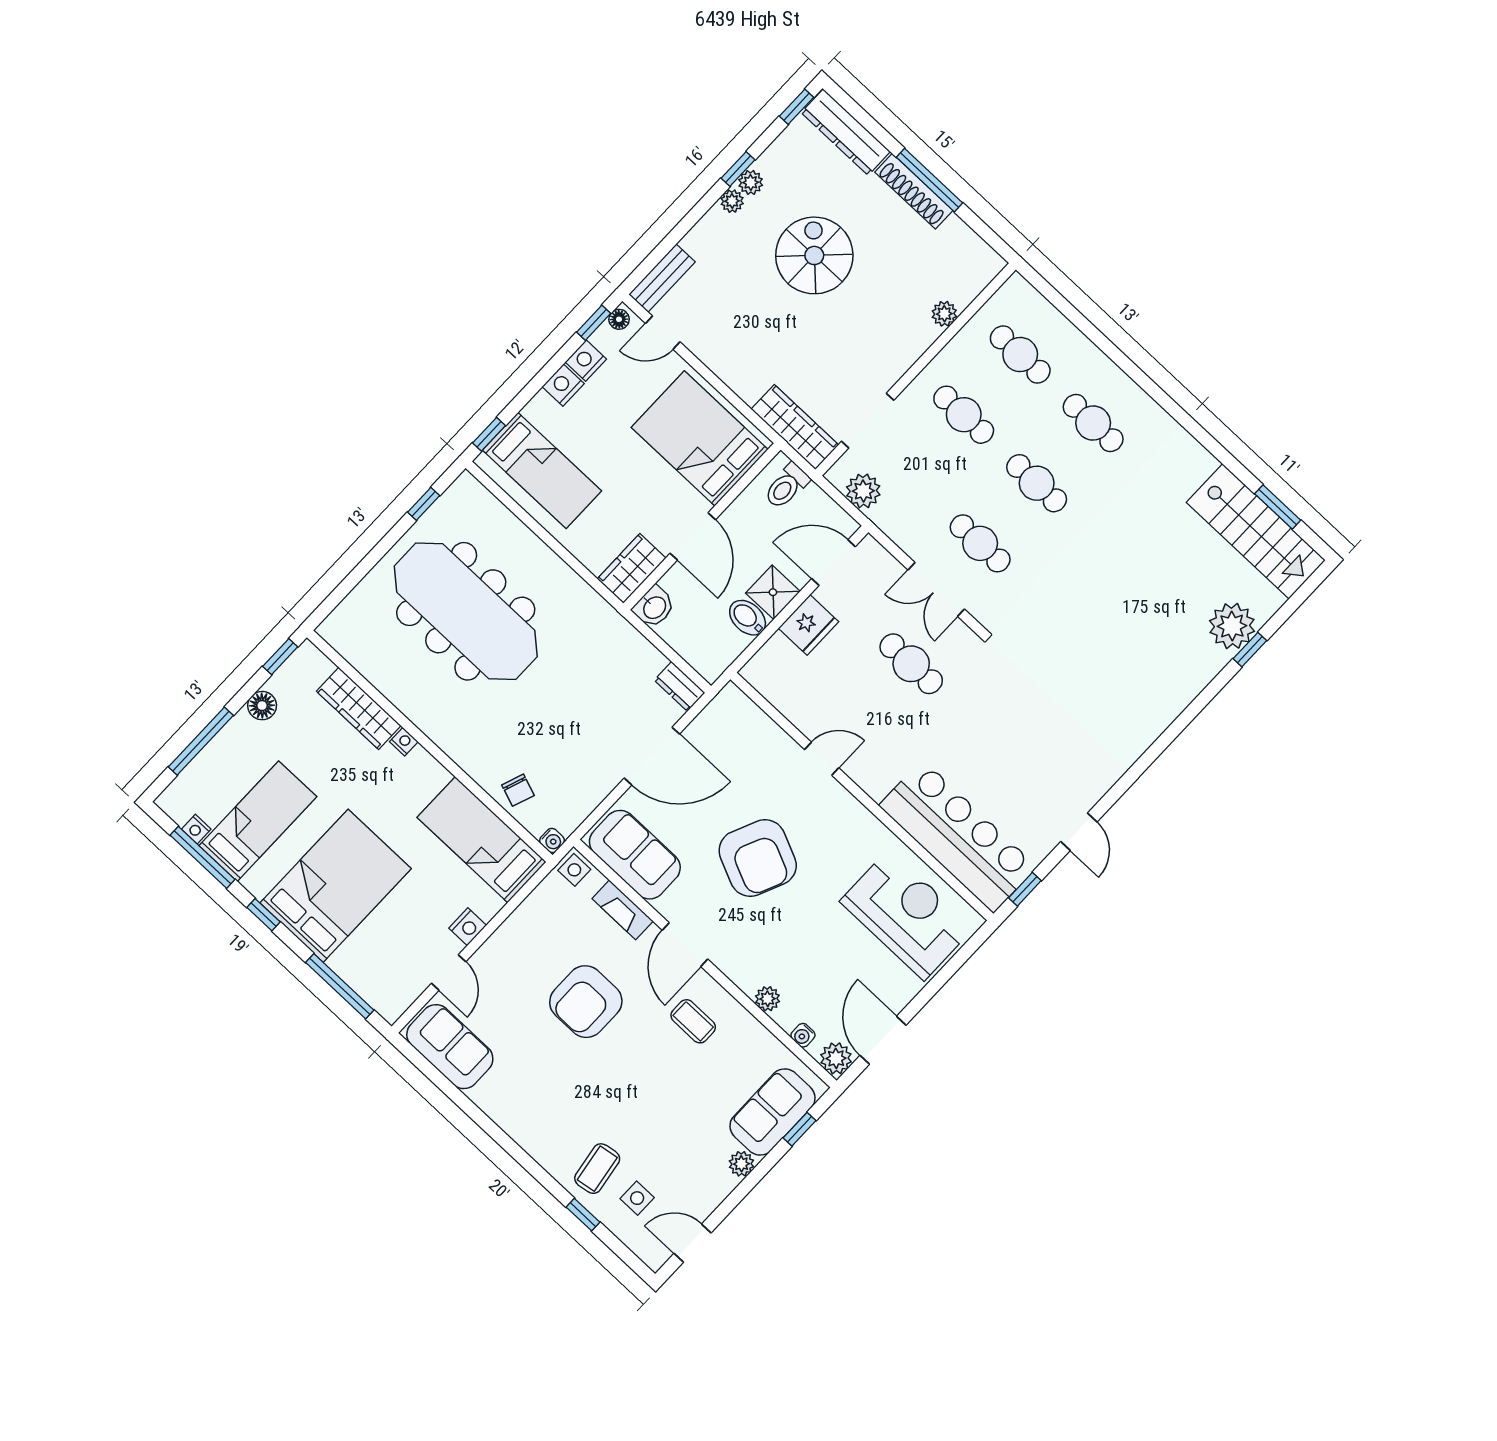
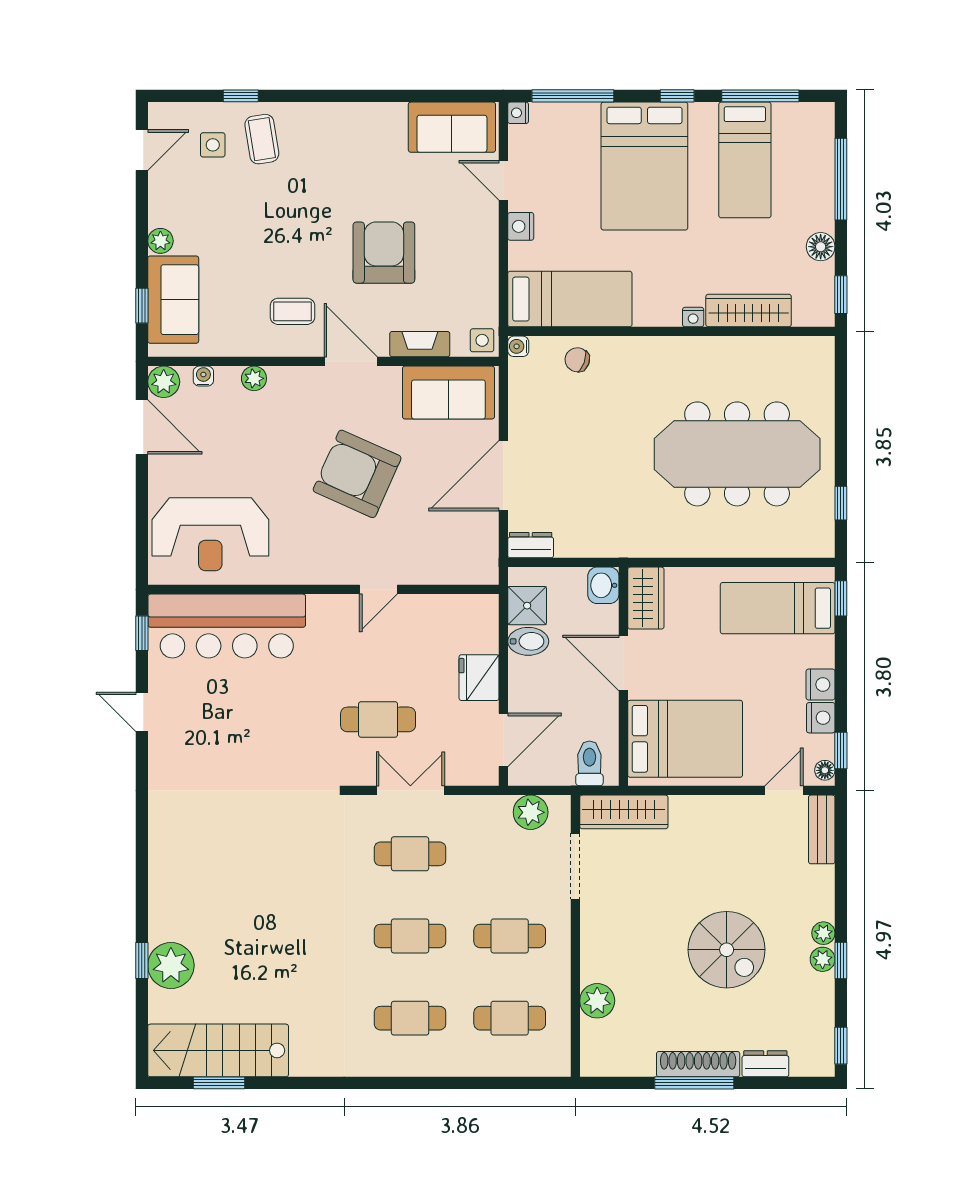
dresser: (846, 132) -> (765, 1064), width x0.51, depth x0.80
plant: (944, 314) -> (597, 1001), width x1.38, depth x1.38
shower: (773, 592) -> (527, 606), moved
nightstand: (196, 829) -> (518, 113), moved, turned -90

